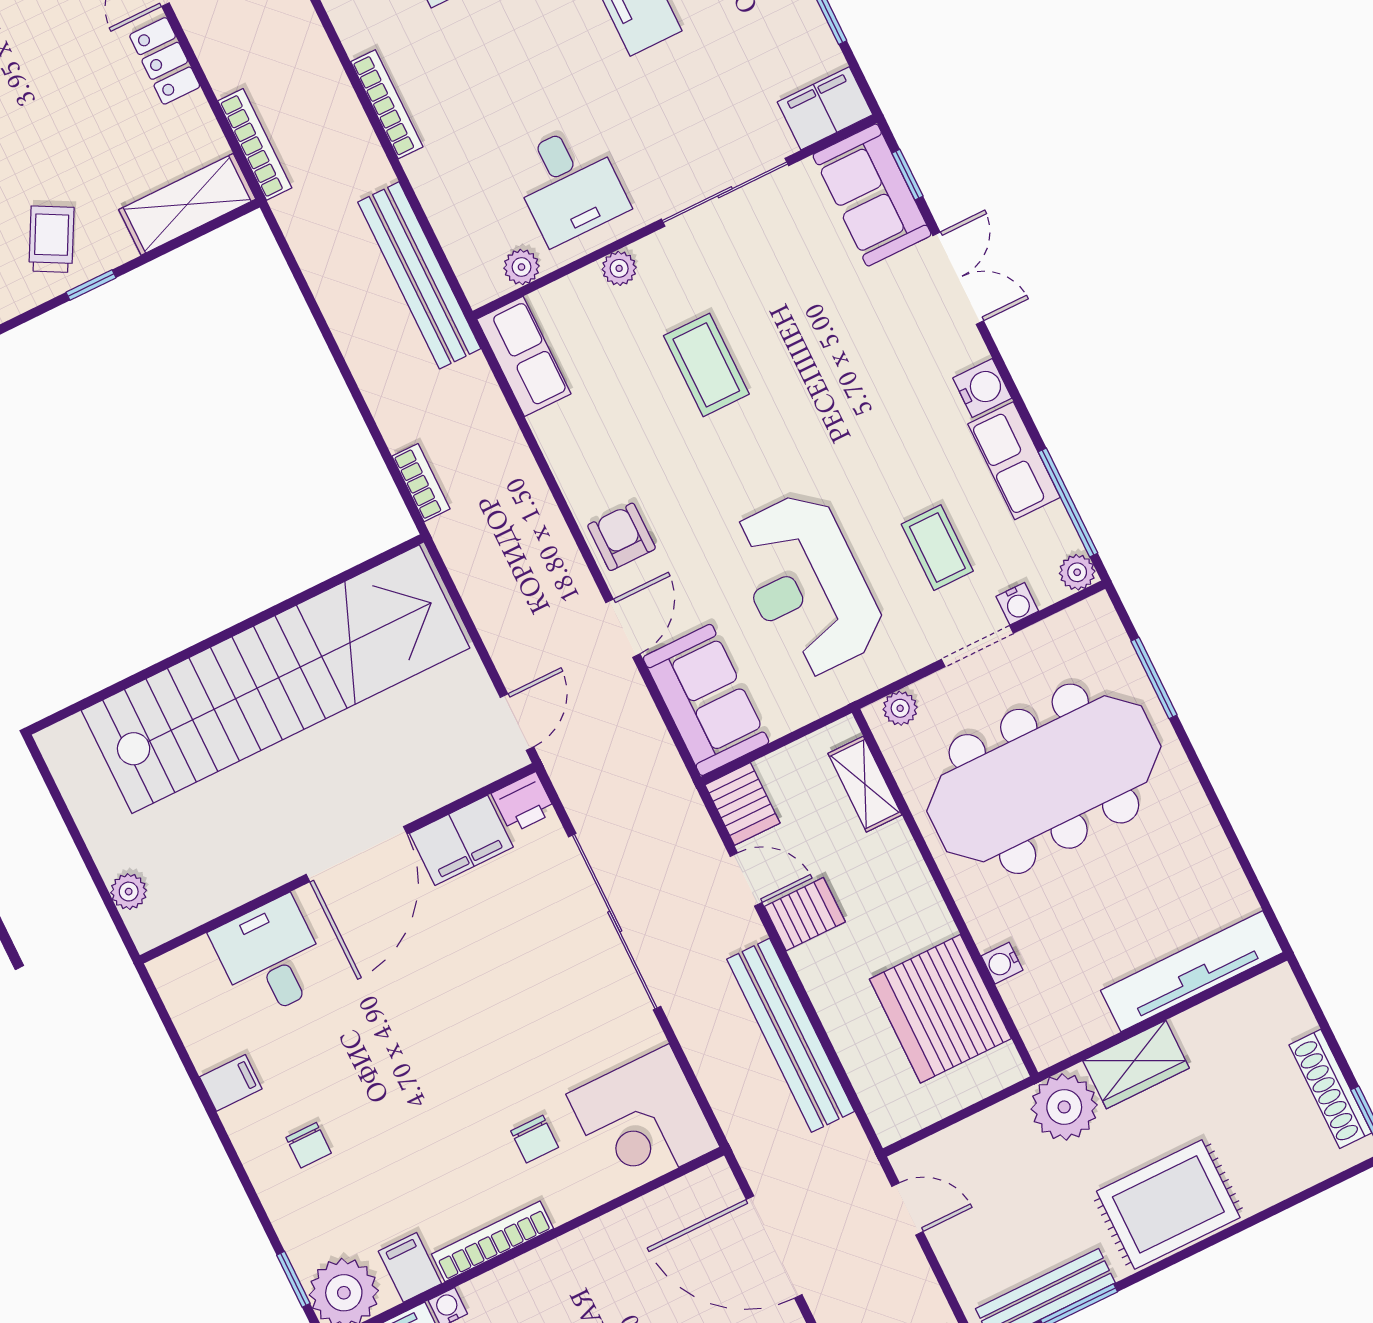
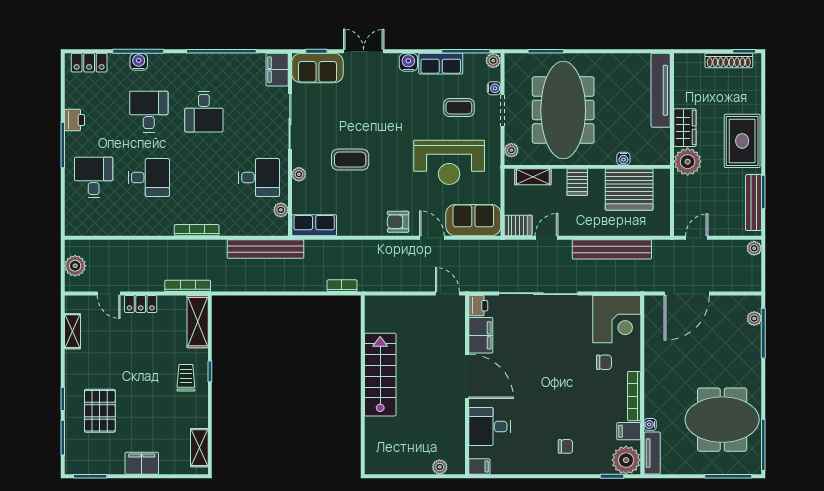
trolley: (51, 239) -> (186, 378), turned 62
stairs: (276, 679) -> (380, 375), width x0.54, depth x0.66
server rack: (805, 914) -> (577, 182), moved, turned 180
filing cabinet: (231, 1083) -> (479, 466), moved, turned 90

